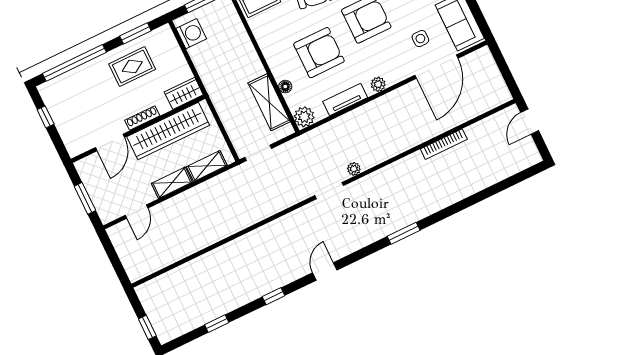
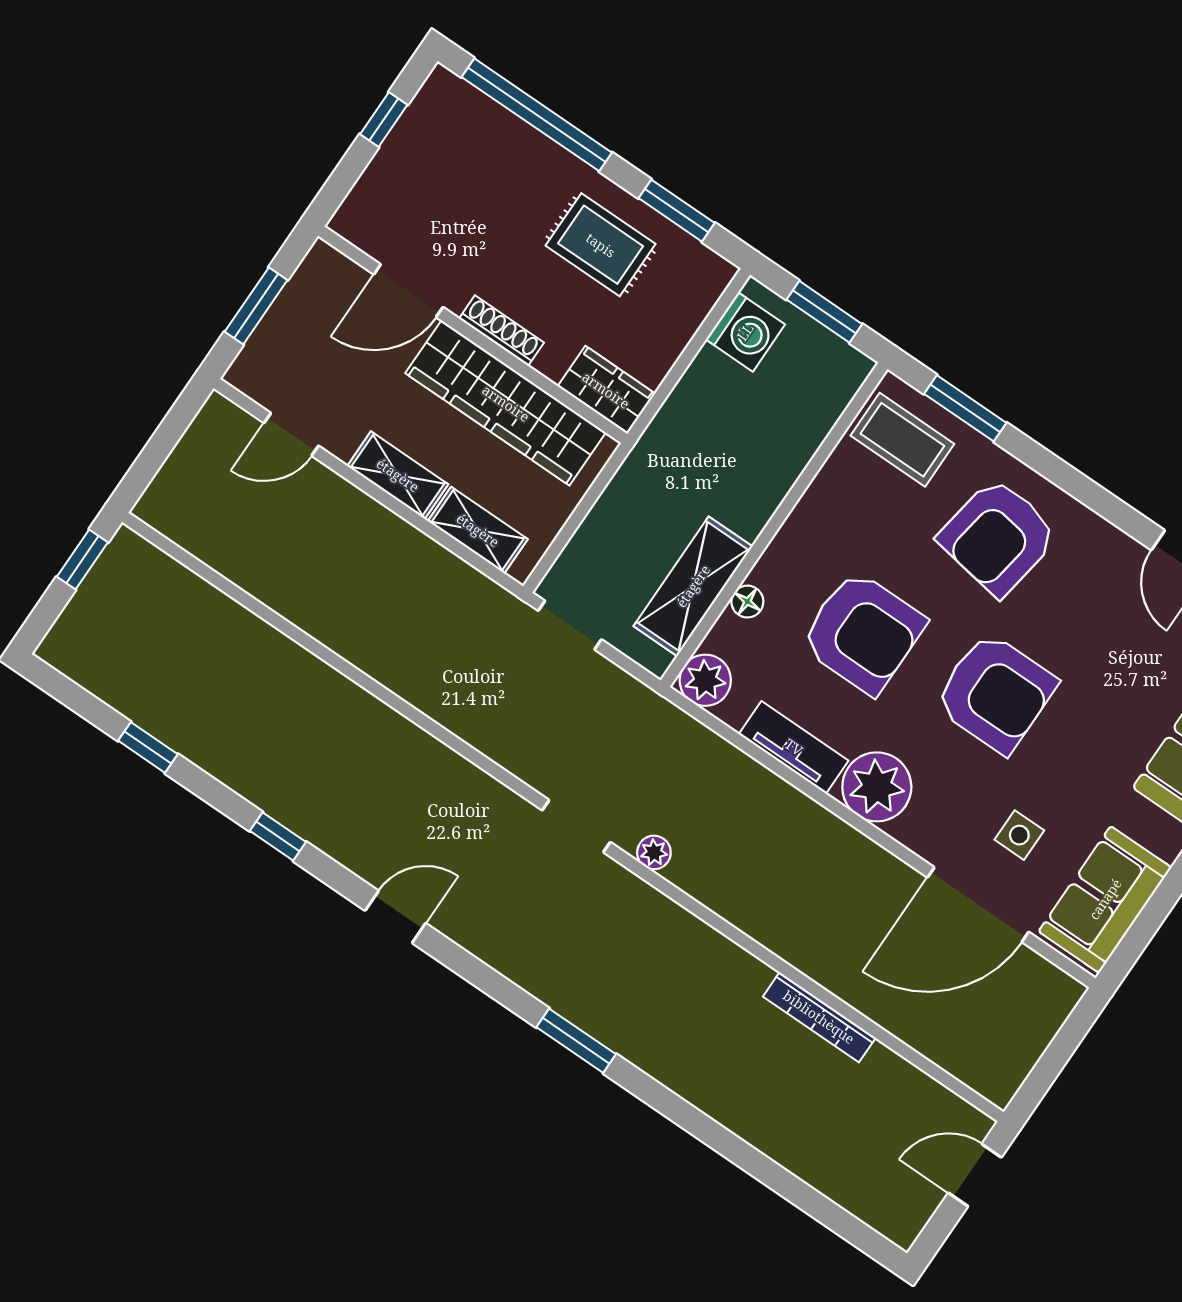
plant: (378, 84) -> (877, 787), width x1.87, depth x1.87
window: (147, 327) -> (82, 560), moved

